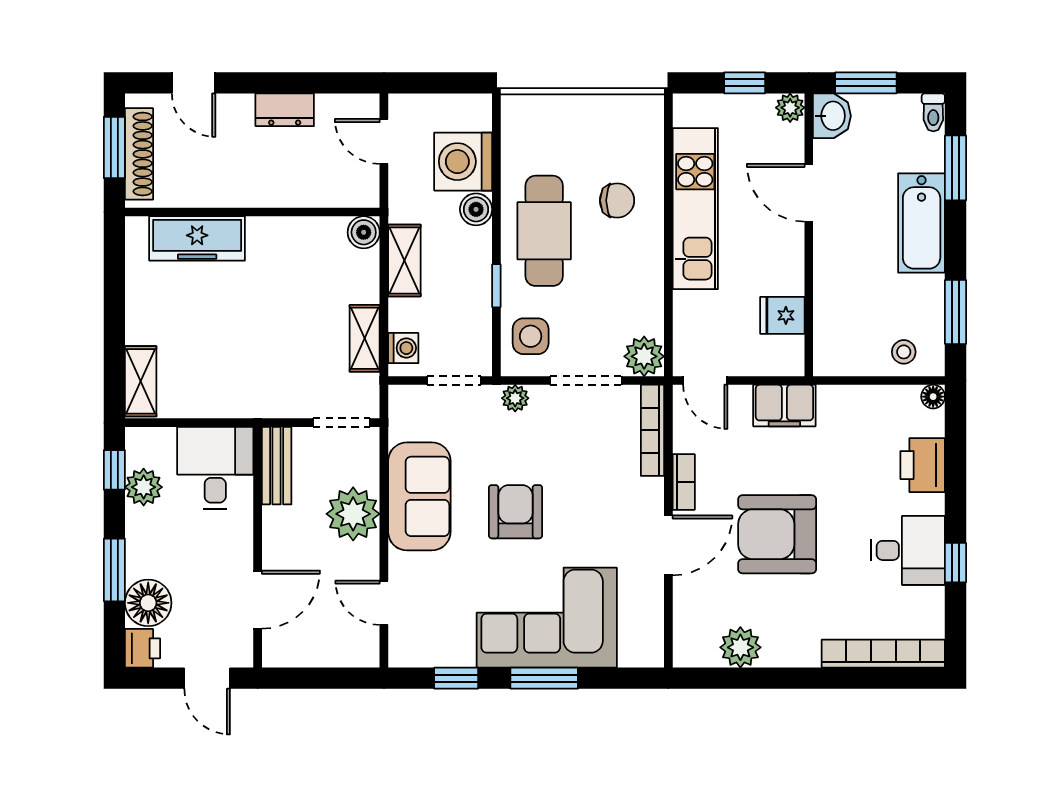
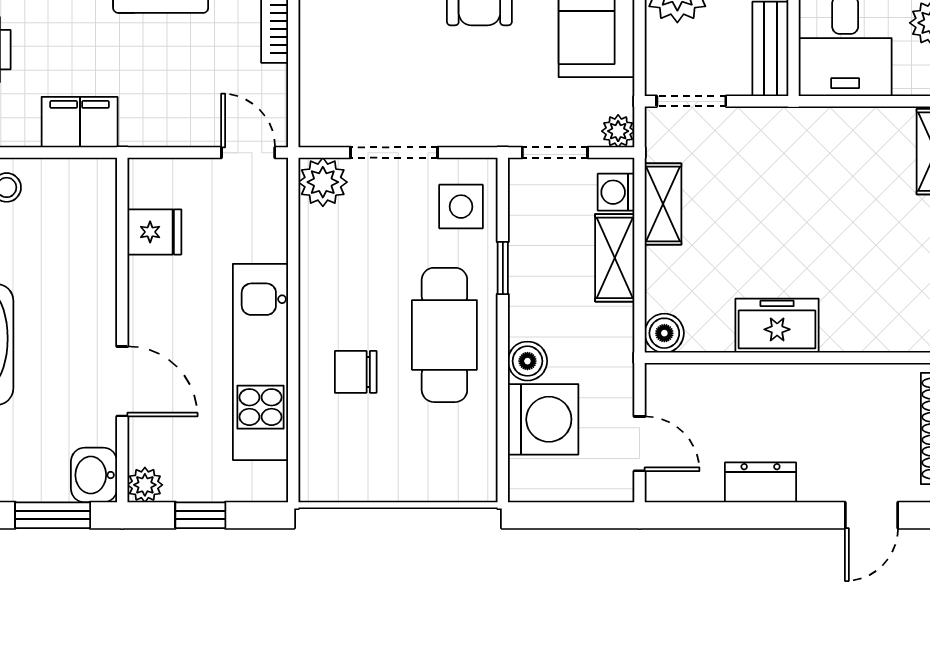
door: (194, 83) -> (871, 515), swing flipped
freezer: (197, 238) -> (777, 326), moved, width x0.71
shelving: (404, 260) -> (615, 258), moved
plant: (515, 398) -> (618, 131), moved
filing cabinet: (784, 406) -> (80, 122), moved
bookcase: (652, 430) -> (313, 92), removed

